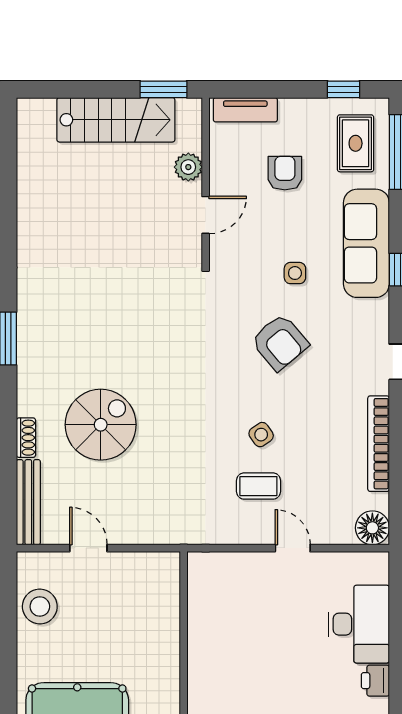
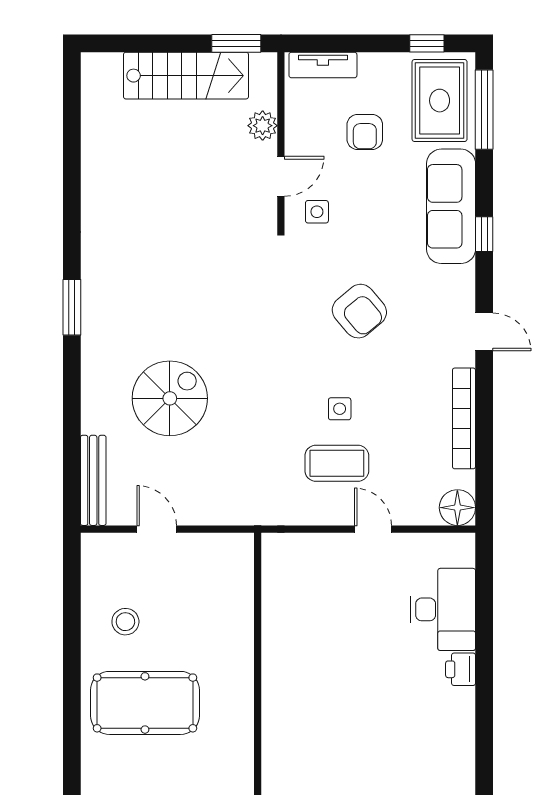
rug: (356, 143) -> (440, 101), width x1.36, depth x1.43
armchair: (285, 173) -> (365, 132), turned 180
side table: (295, 273) -> (317, 212), moved
side table: (261, 435) -> (340, 409), turned 35
shoe rack: (26, 438) -> (91, 412), removed
coffee table: (258, 486) -> (337, 463), width x1.36, depth x1.30
stool: (40, 607) -> (125, 622), moved, width x0.73, depth x0.73

